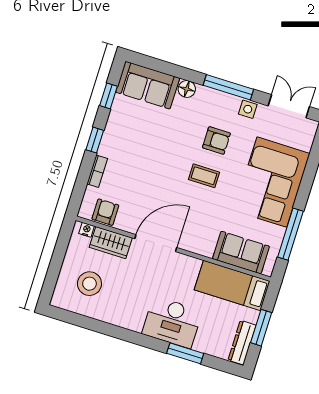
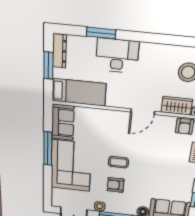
window: (290, 234) -> (48, 149), moved
door: (156, 243) -> (143, 112), width x0.73
sofa: (241, 253) -> (63, 122), moved, turned -90

